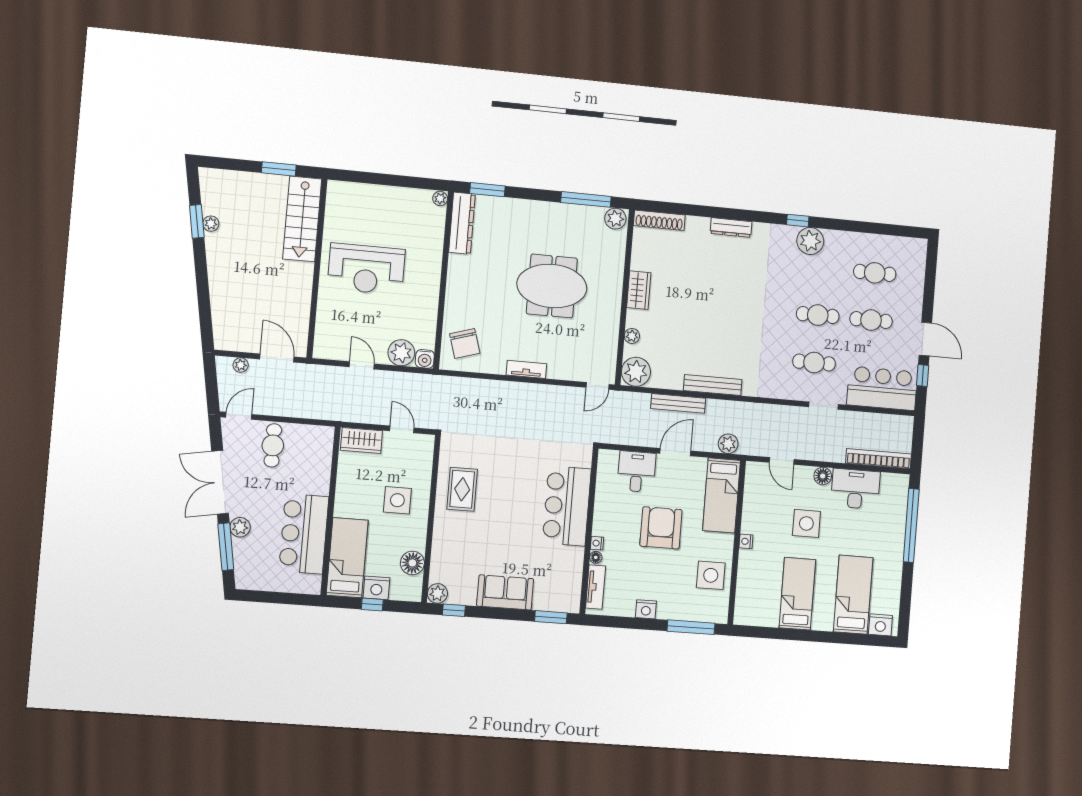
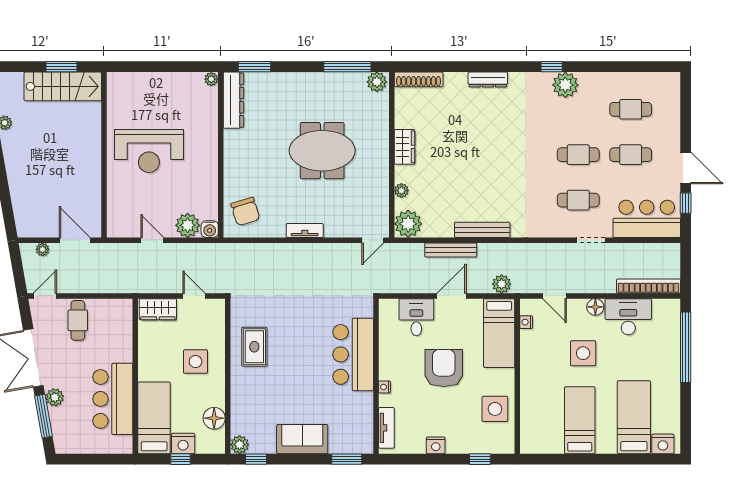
stairs: (302, 219) -> (63, 86), moved, turned -90
nightstand: (746, 541) -> (526, 322), moved
floor lamp: (596, 557) -> (384, 400), removed
window: (691, 627) -> (480, 459), width x0.46

